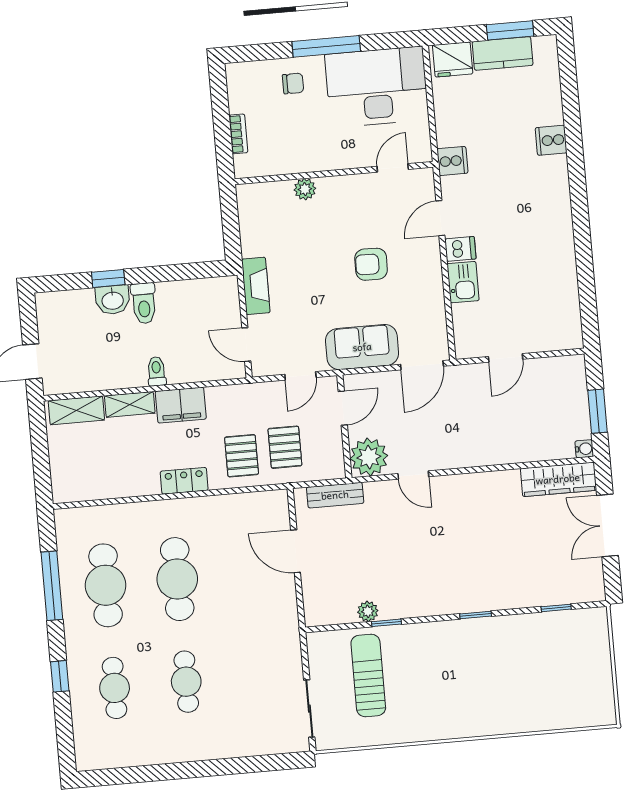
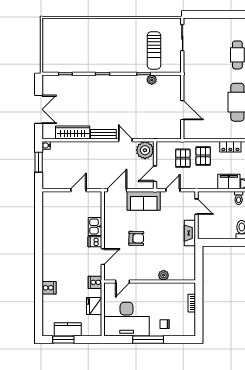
fridge: (453, 59) -> (94, 306), moved, turned -90
wardrobe: (558, 479) -> (73, 133), moved
bench: (335, 495) -> (103, 134), moved

